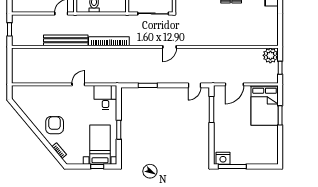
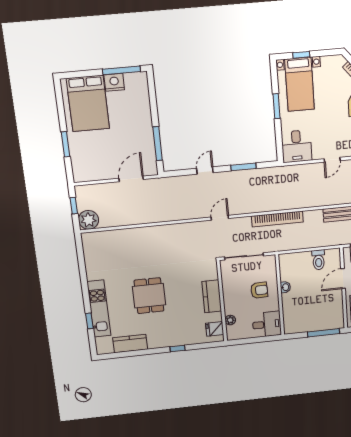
bookcase: (109, 41) -> (277, 219), moved
door: (194, 85) -> (205, 171), moved
bed: (265, 105) -> (88, 103), moved, turned 180
nightstand: (223, 158) -> (114, 82), moved

